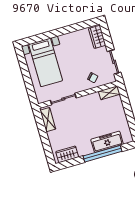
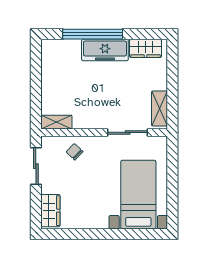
freezer: (107, 142) -> (105, 50), moved

